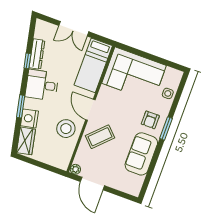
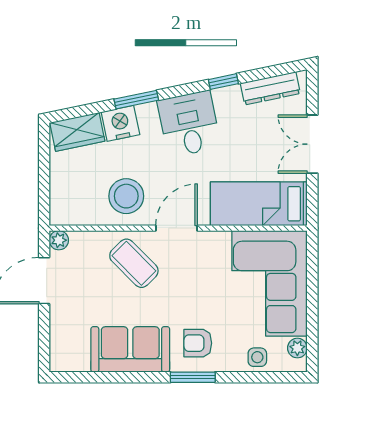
dresser: (37, 54) -> (270, 88), moved
plant: (170, 72) -> (297, 348), added

